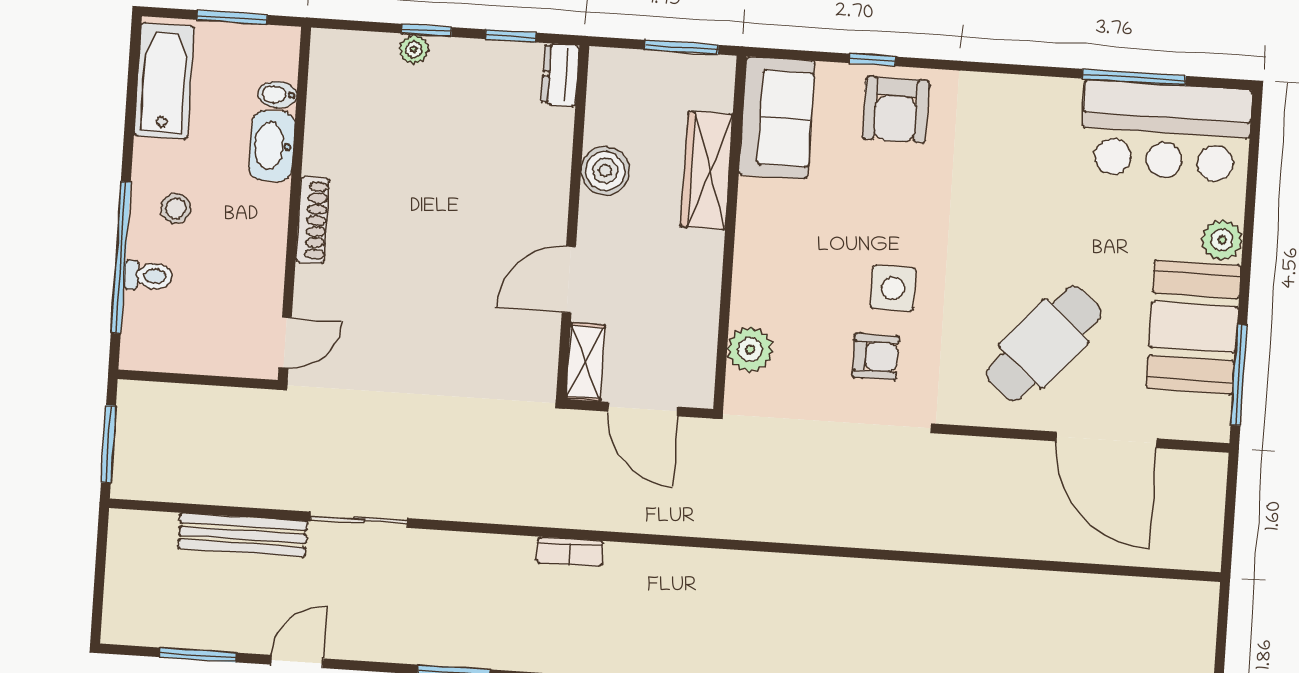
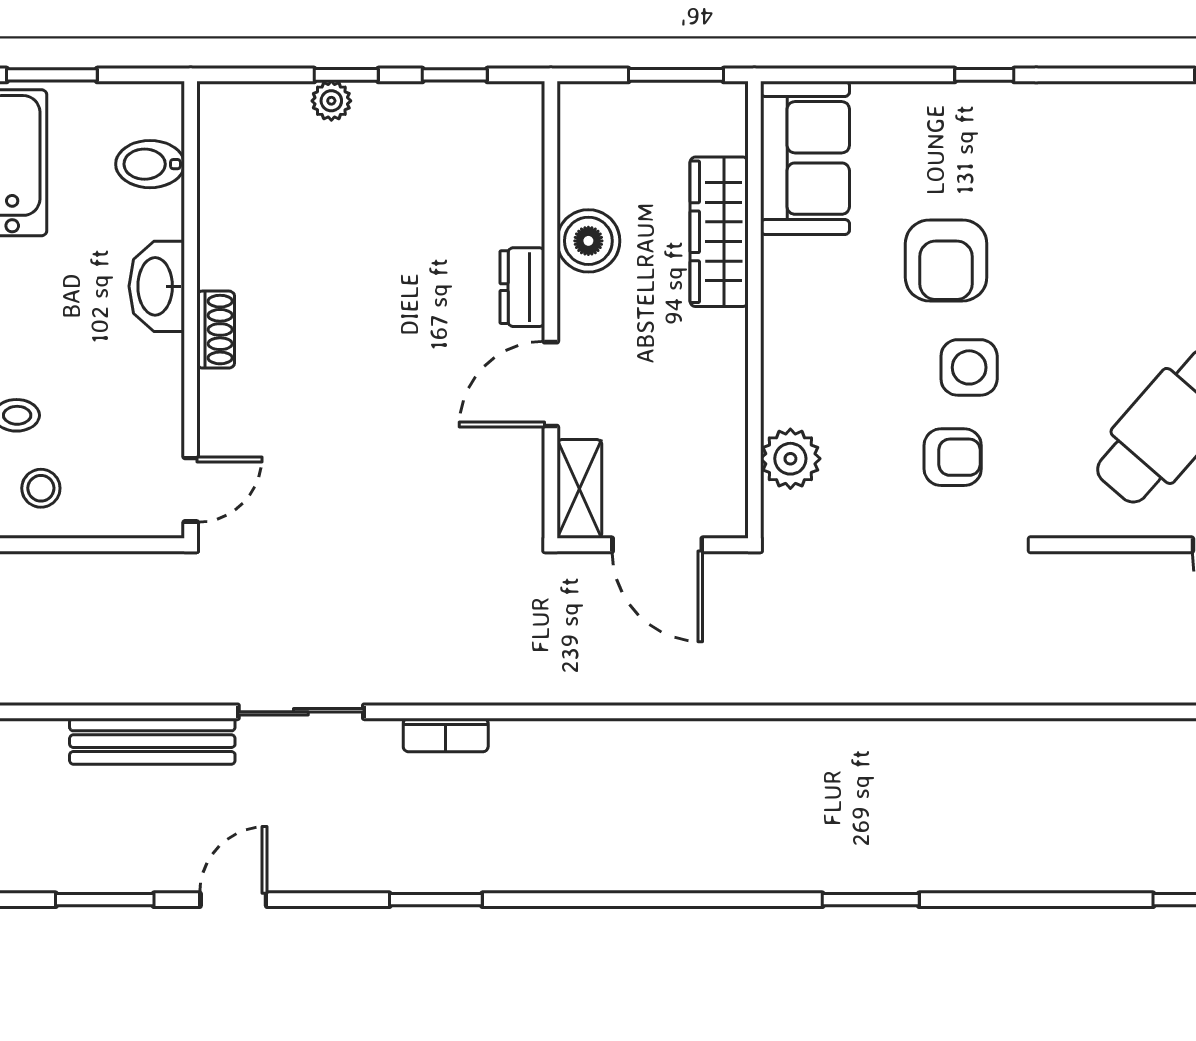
window: (232, 17) -> (52, 75), moved
window: (872, 60) -> (984, 75), moved
dresser: (560, 75) -> (522, 287), moved
bidet: (277, 95) -> (150, 164), width x1.38, depth x1.36
armchair: (896, 110) -> (946, 260), moved
washbasin: (272, 146) -> (157, 286), moved
stool: (176, 208) -> (41, 488), moved
shoe rack: (313, 220) -> (216, 330), width x0.70
bookcase: (570, 552) -> (446, 735), moved

